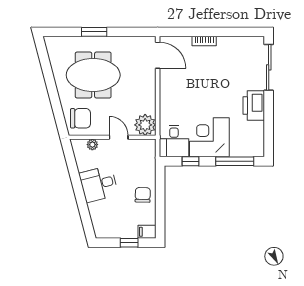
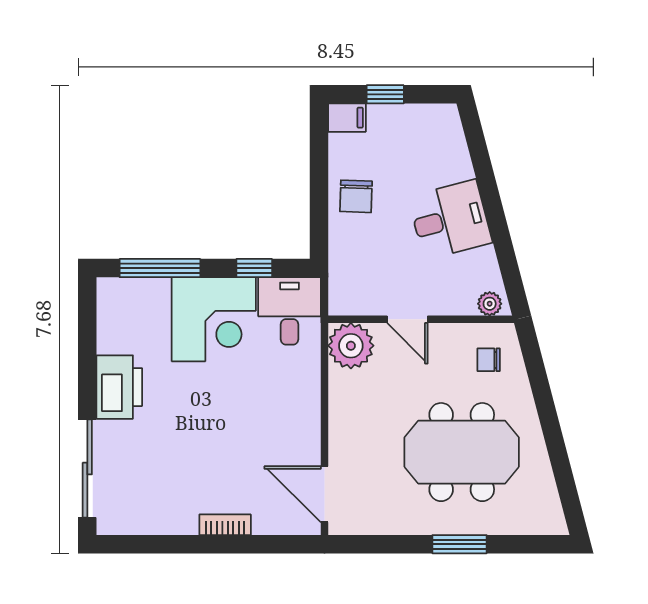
chair: (81, 118) -> (489, 360), width x0.54, depth x0.54
plant: (92, 145) -> (490, 304), moved

